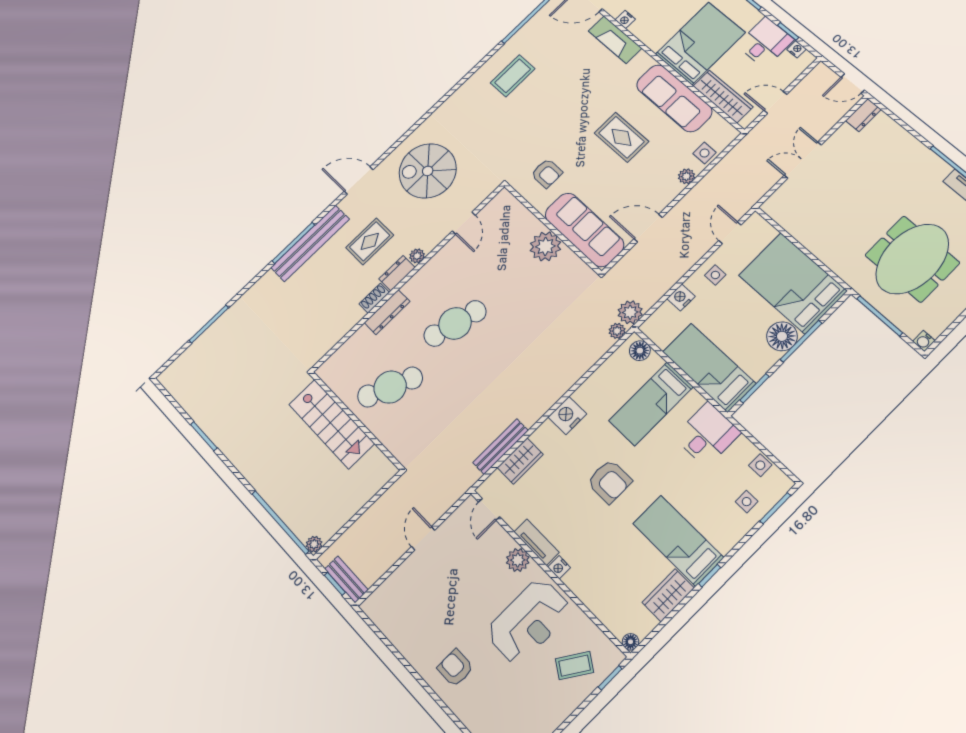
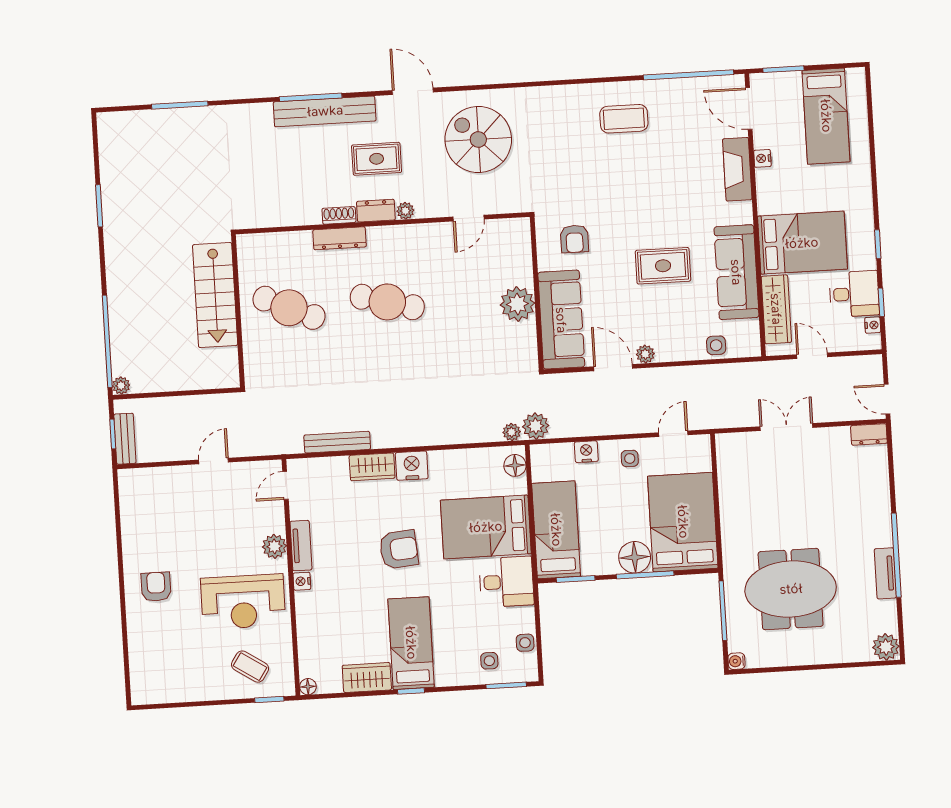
rug: (621, 137) -> (663, 266), turned 90
plant: (686, 176) -> (645, 354), moved
bed: (651, 404) -> (486, 527), width x1.50
wardrobe: (520, 461) -> (372, 467), moved
armchair: (609, 481) -> (399, 549), turned -95

